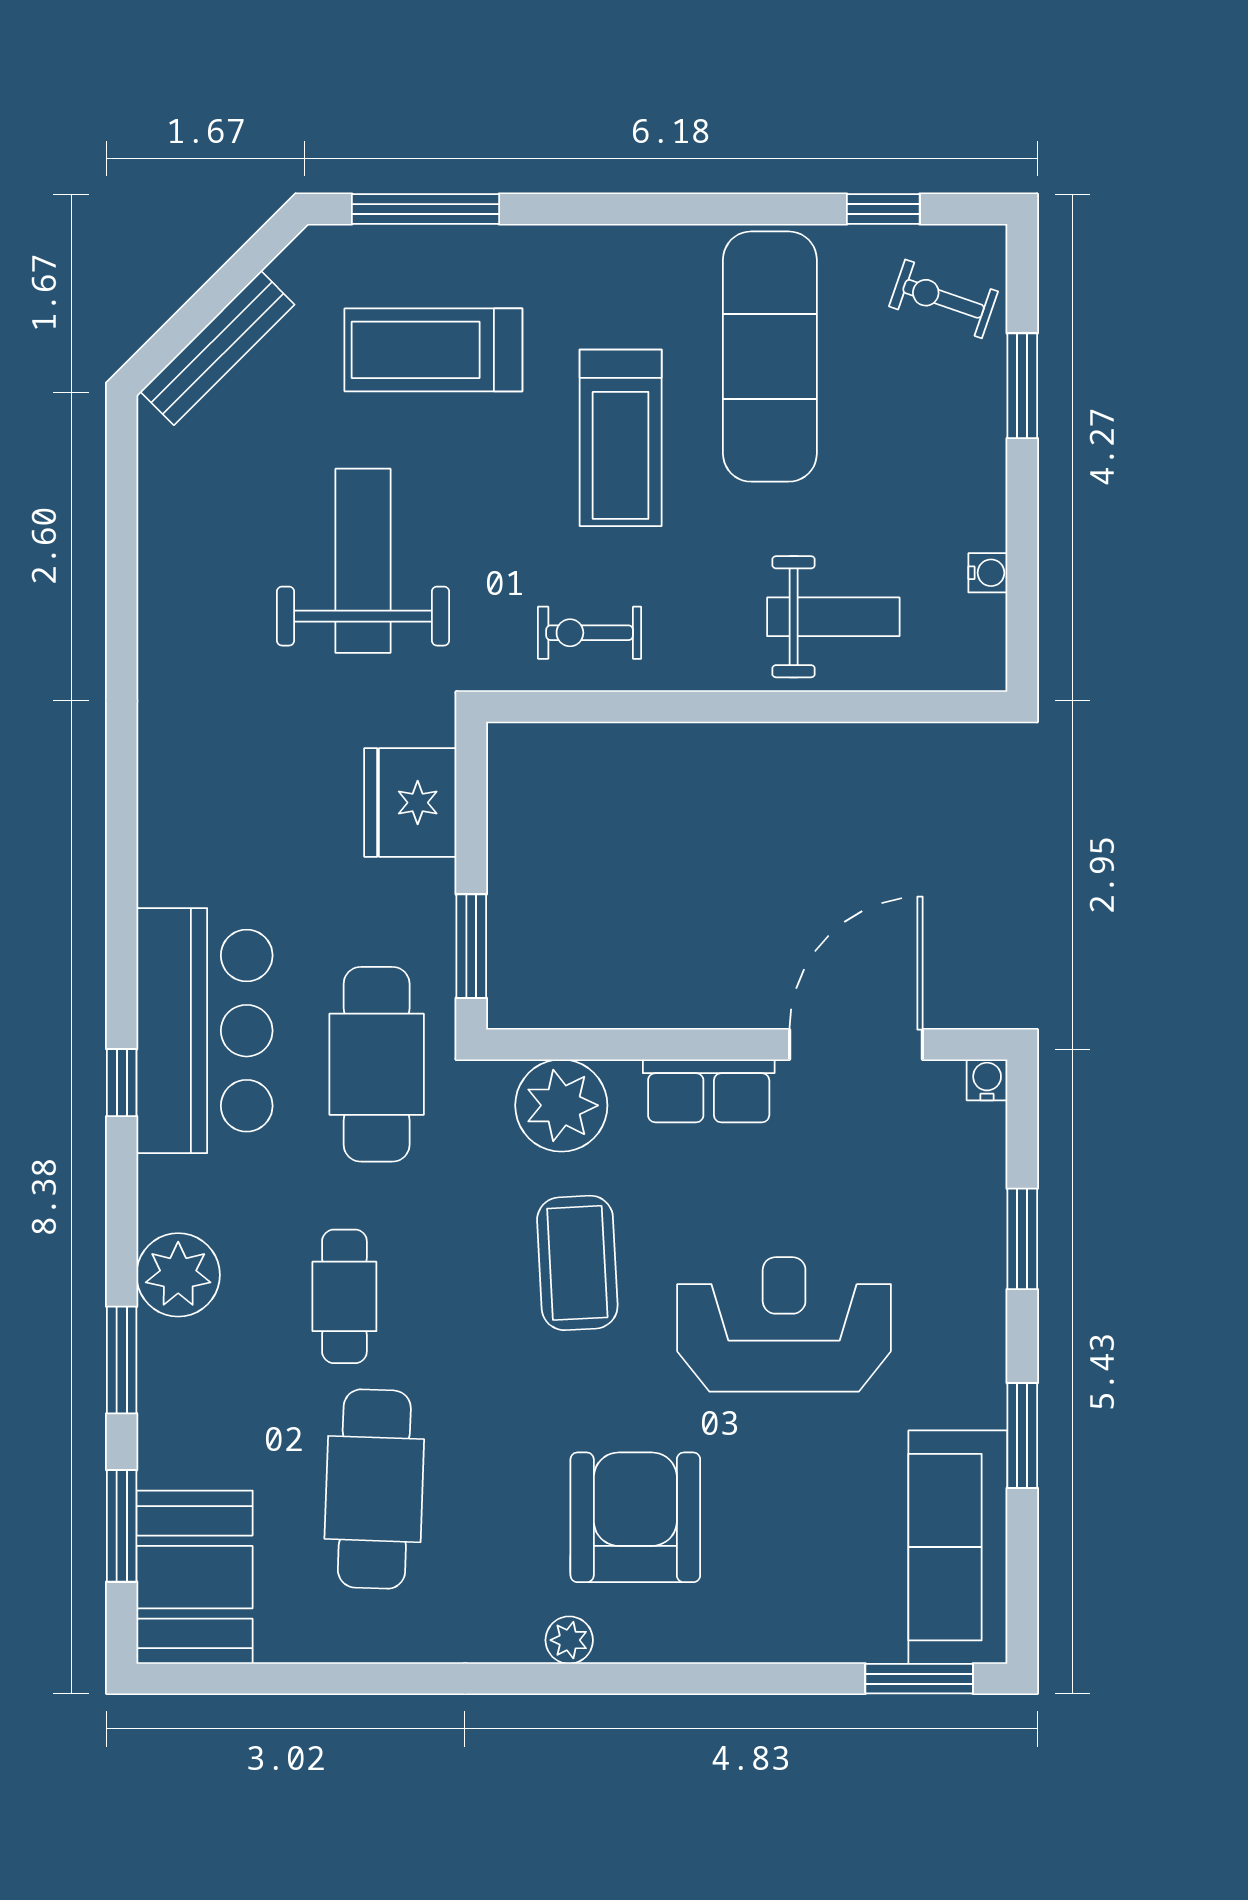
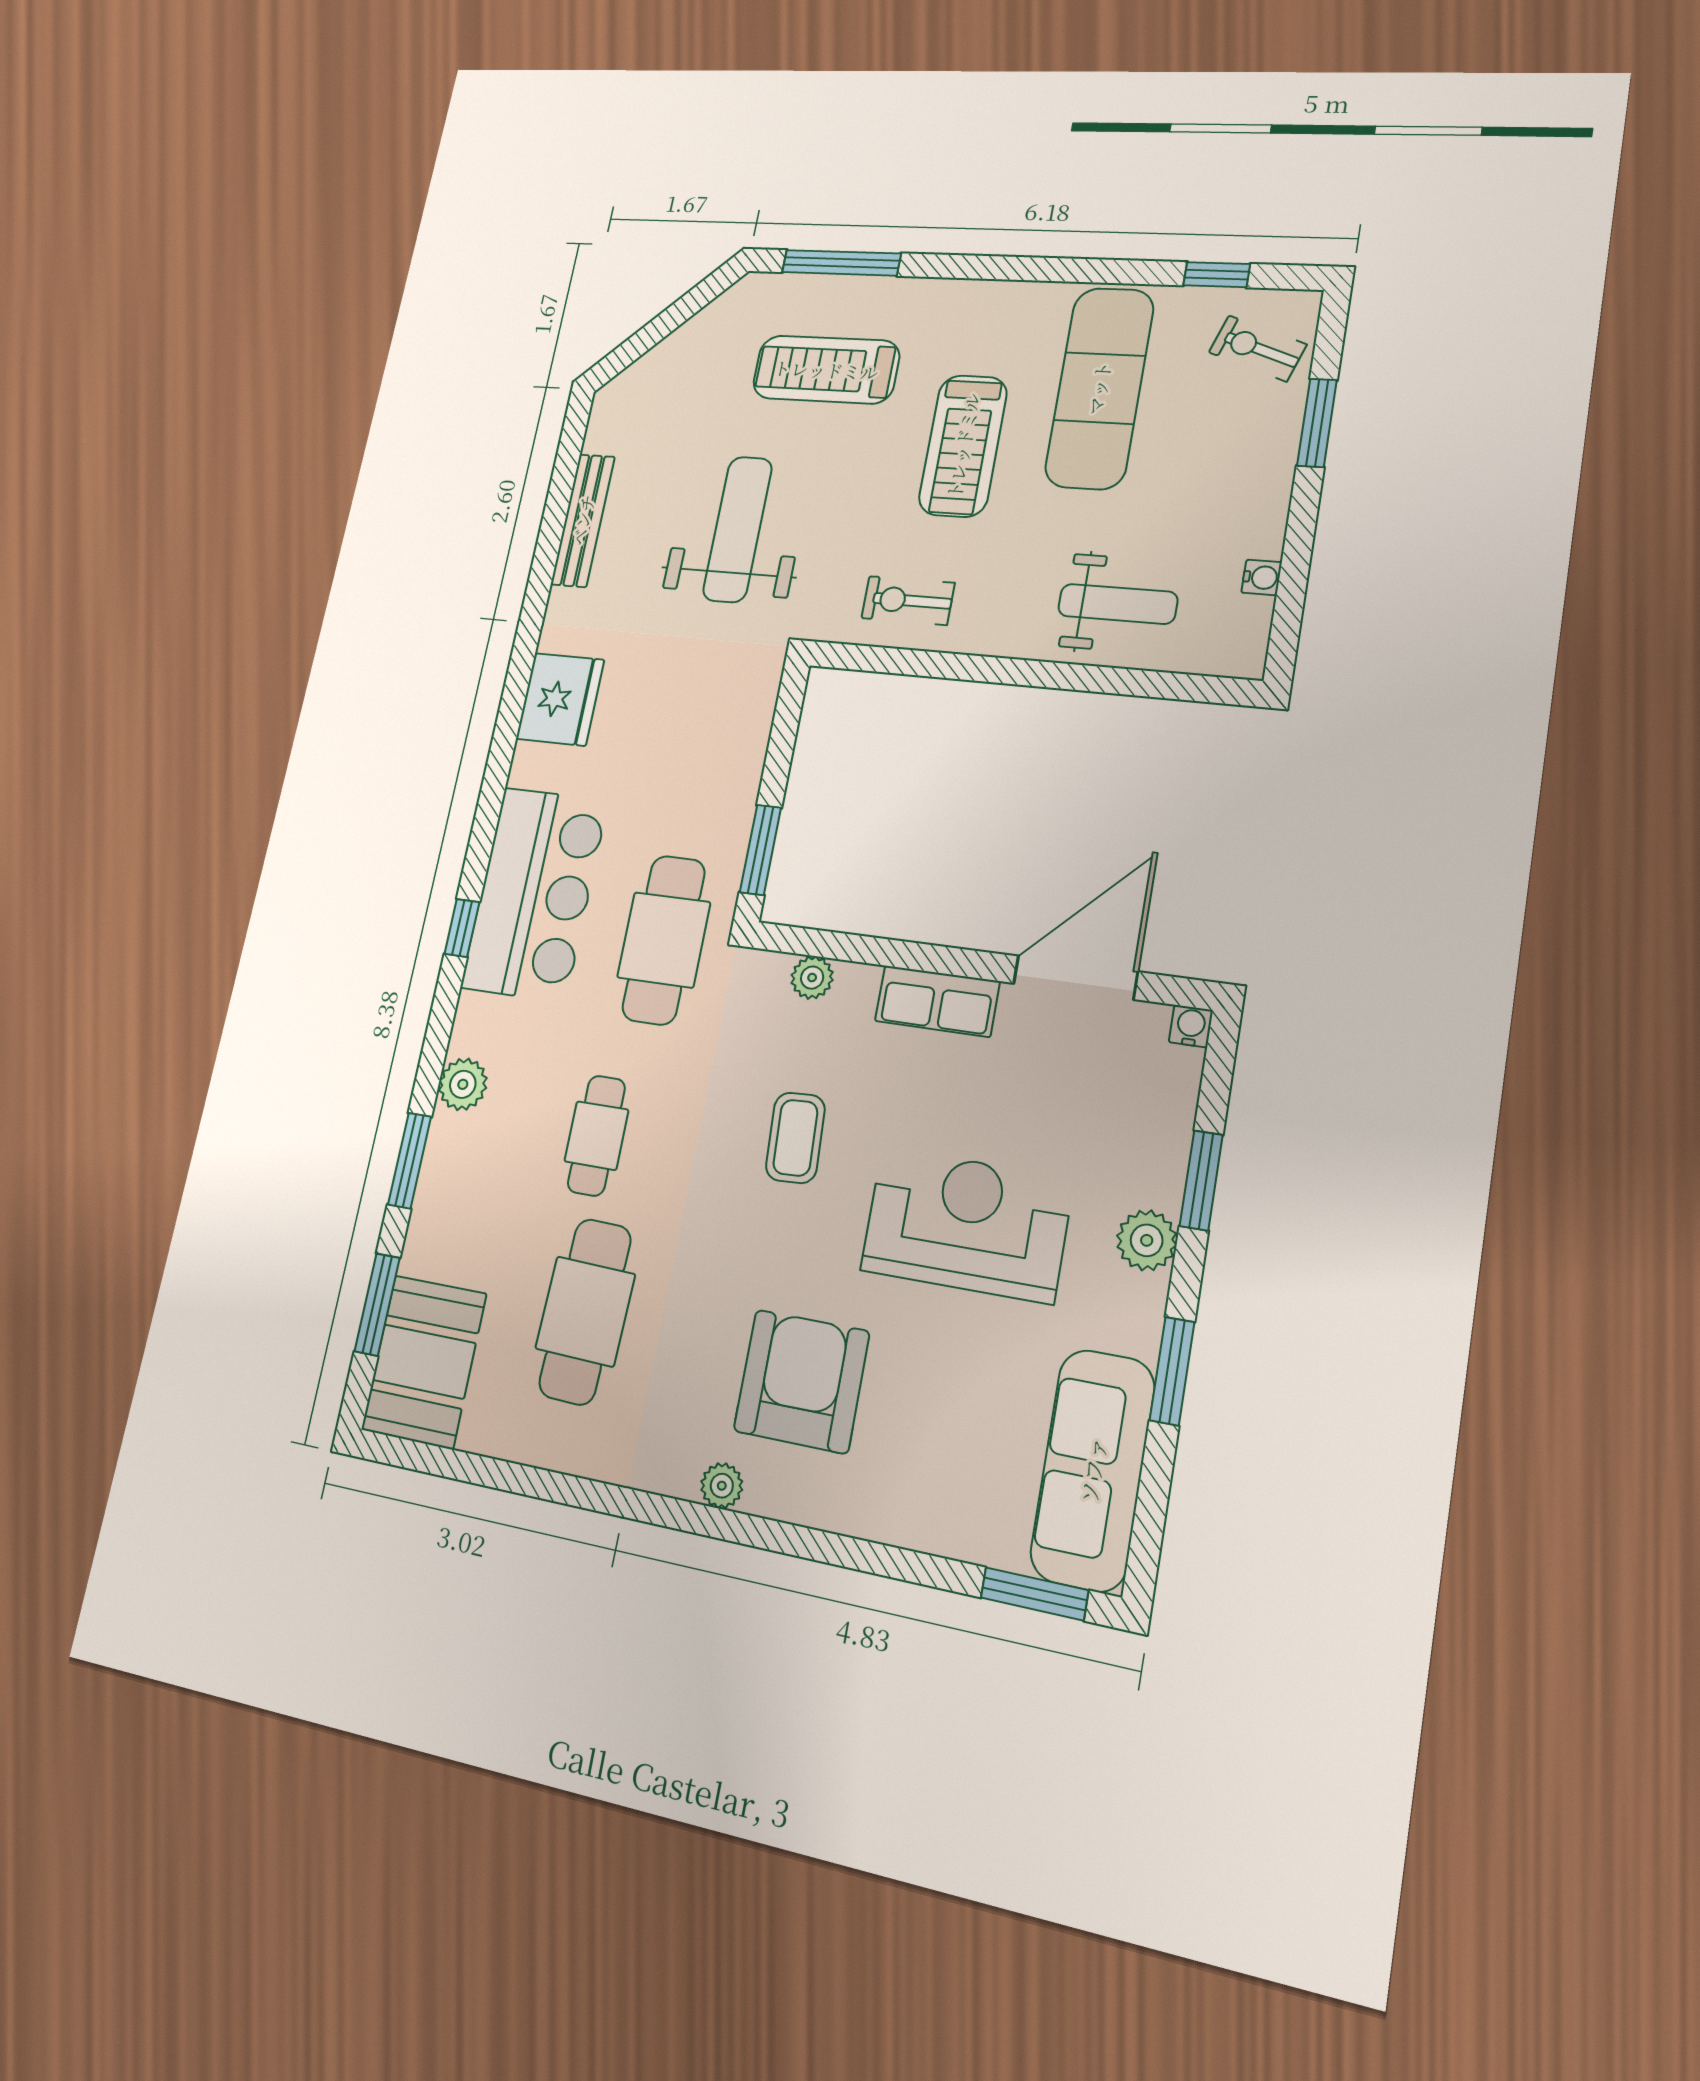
bench: (217, 348) -> (583, 520), moved, turned -45
fridge: (410, 803) -> (560, 699), moved, turned 180
plant: (561, 1105) -> (812, 978), width x0.53, depth x0.53
coffee table: (577, 1263) -> (795, 1138), width x0.73, depth x0.77
plant: (178, 1275) -> (463, 1084), width x0.73, depth x0.73
plant: (976, 1309) -> (1147, 1240), added

